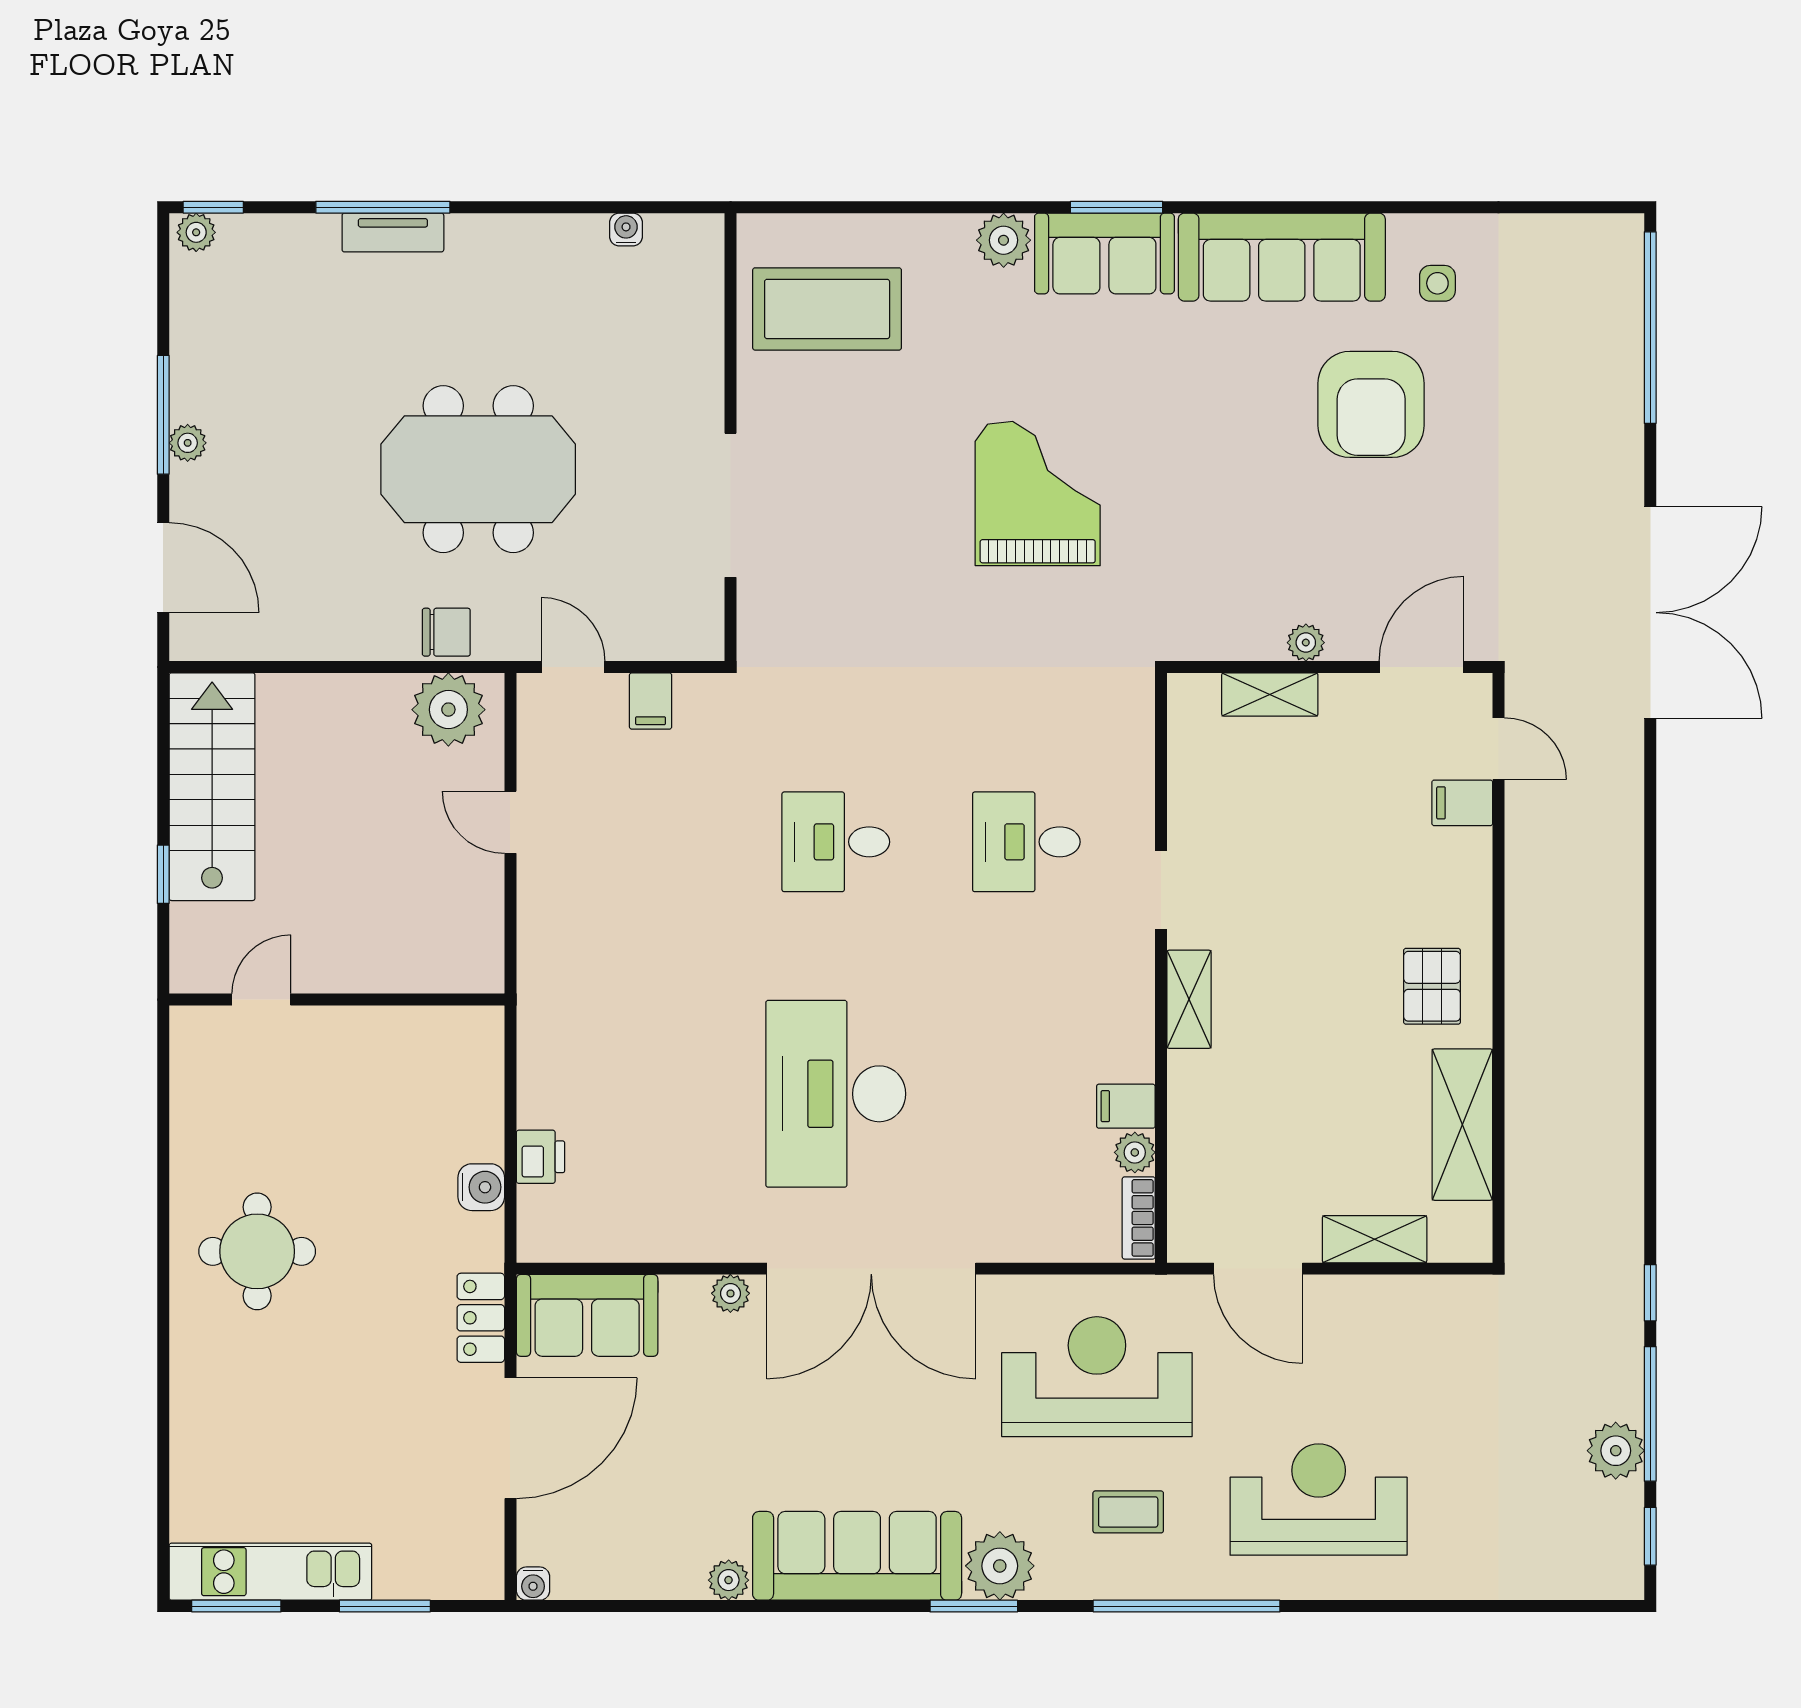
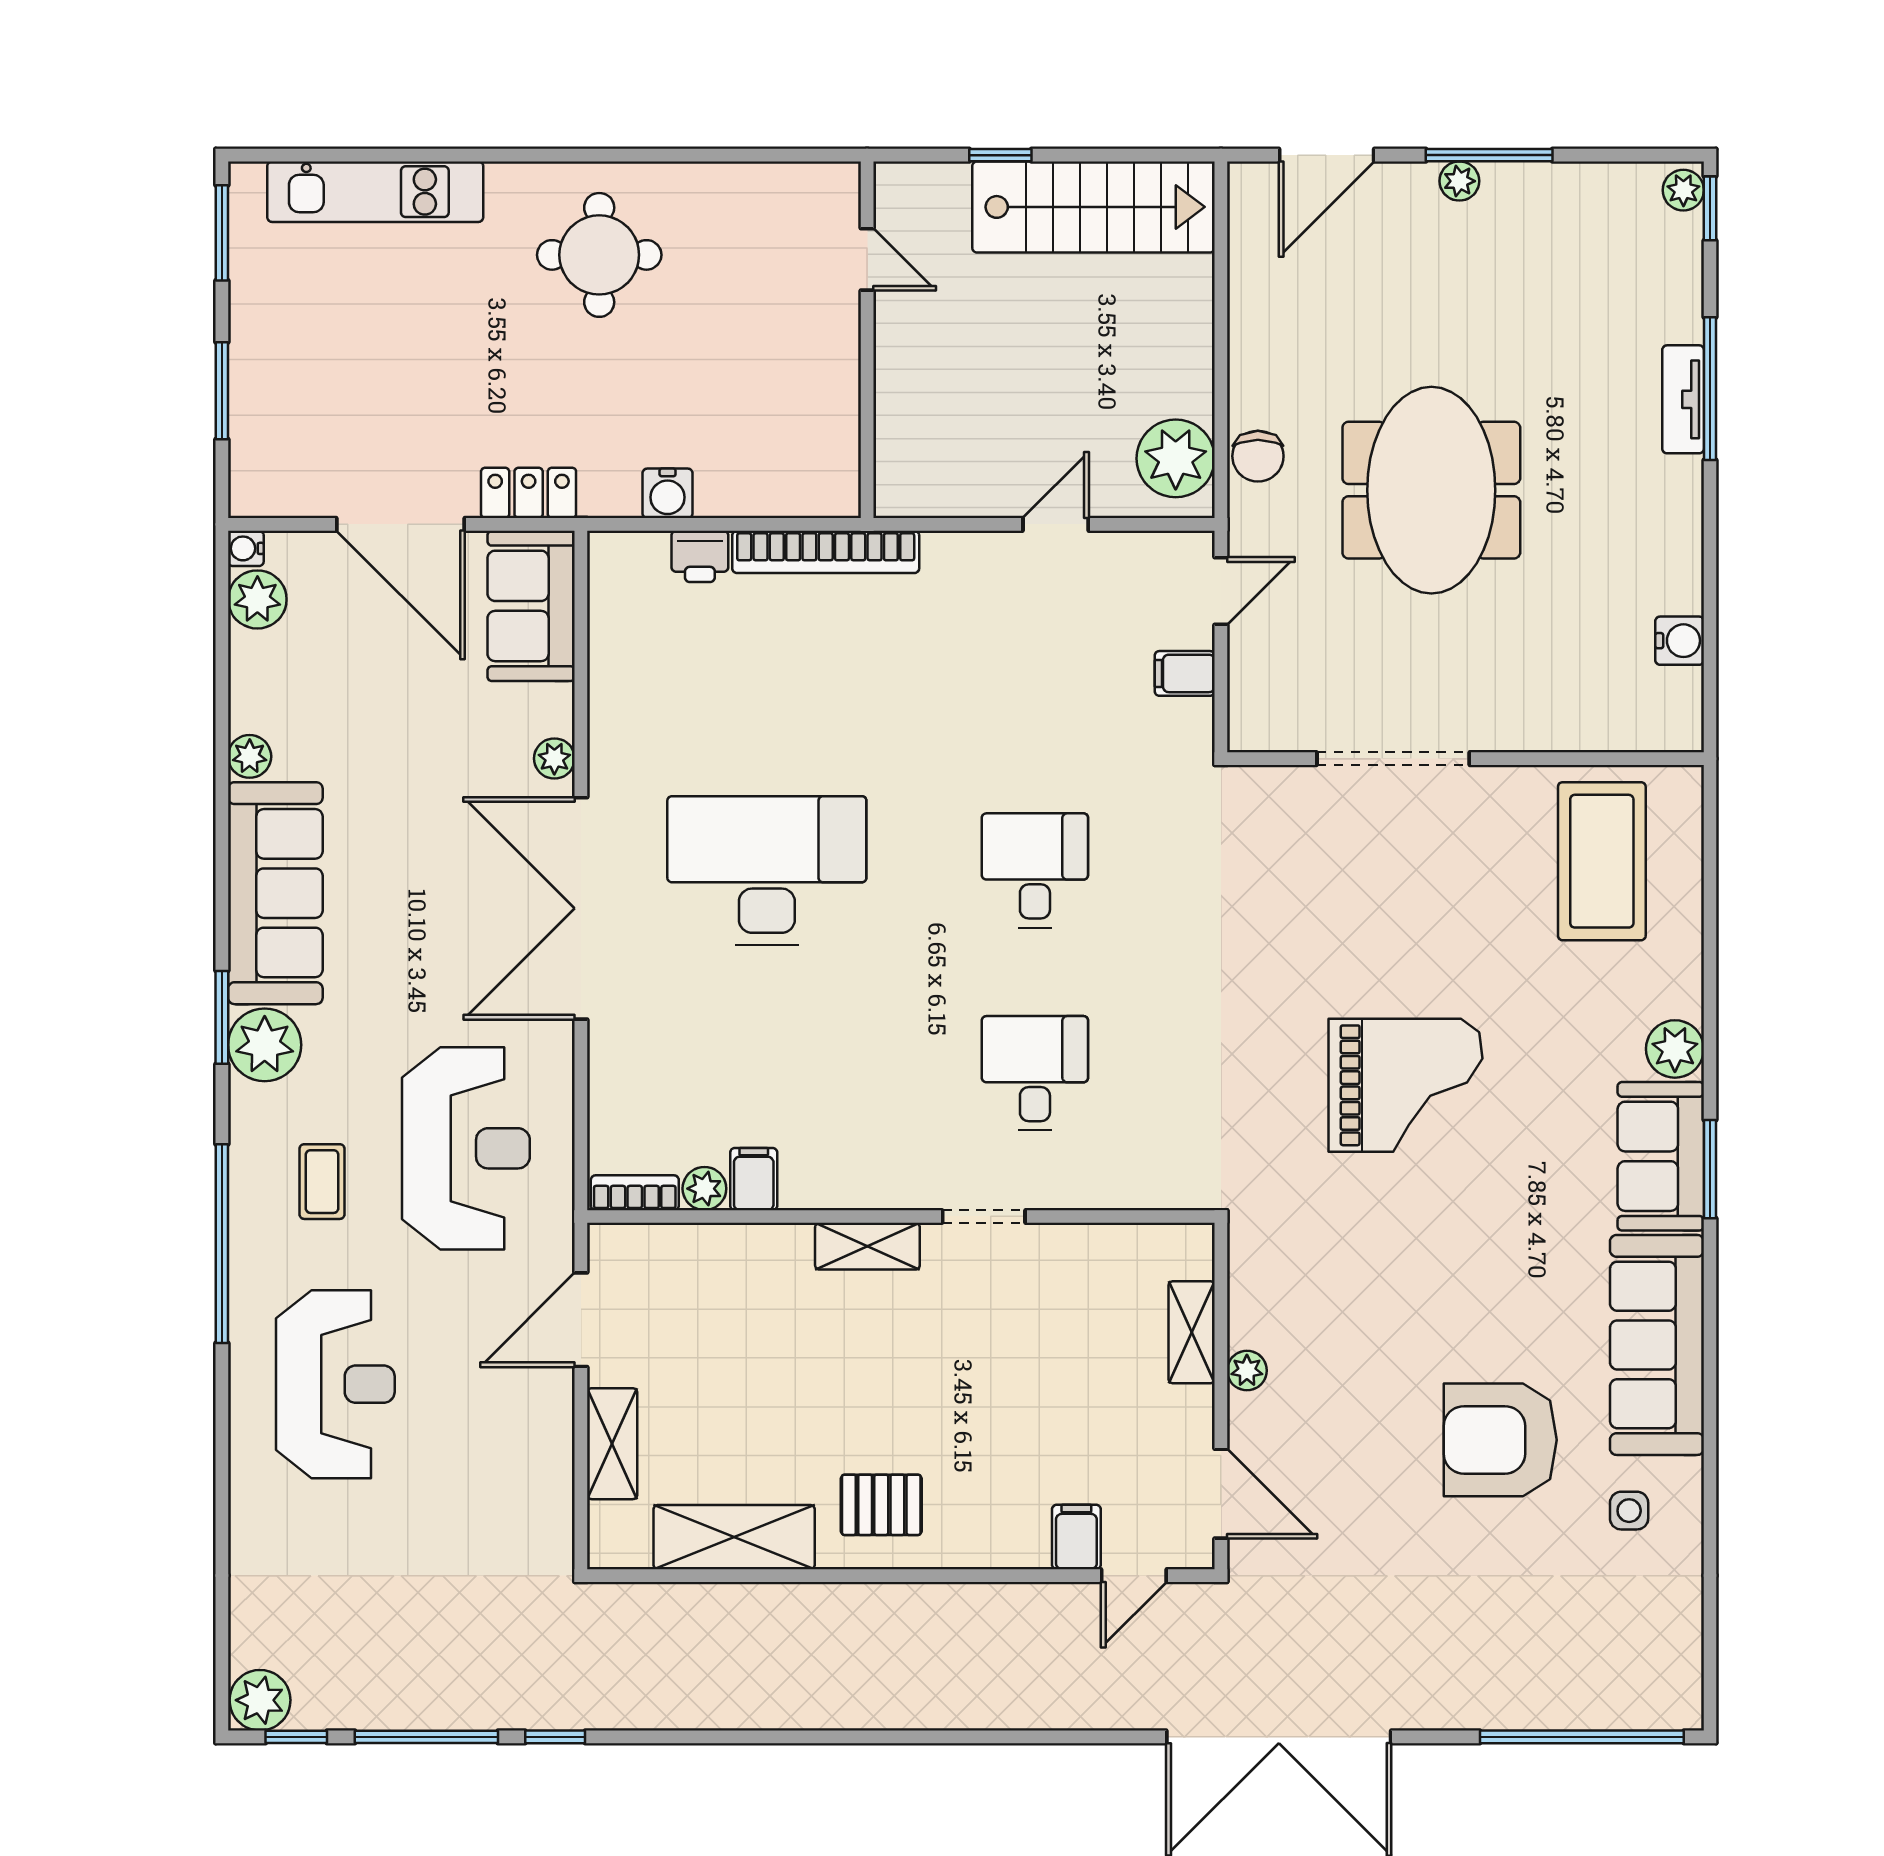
water cooler: (626, 230) -> (1680, 641), width x1.38, depth x1.38
bookcase: (536, 1038) -> (826, 552), added
plant: (1616, 1451) -> (260, 1700), moved
kitchen unit: (270, 1572) -> (375, 192), moved, turned 90
plant: (581, 1573) -> (257, 599), added

